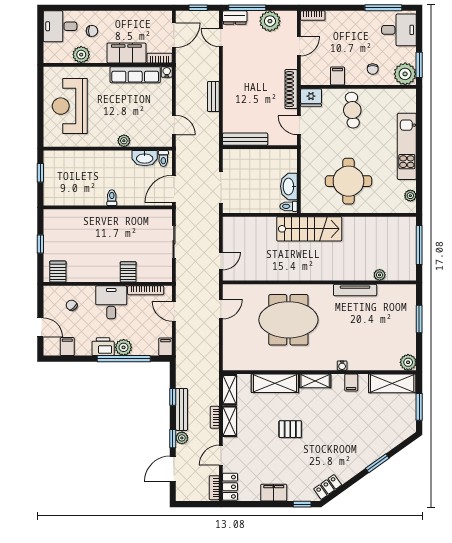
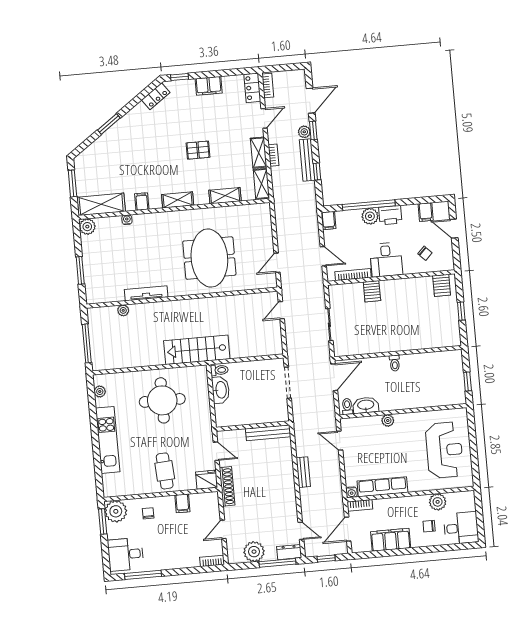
filing cabinet: (126, 53) -> (391, 540), moved, turned 180
meeting table: (288, 320) -> (209, 258), turned 90
water cooler: (342, 366) -> (127, 220), moved
shelving: (275, 383) -> (225, 196), width x0.67, depth x0.75

